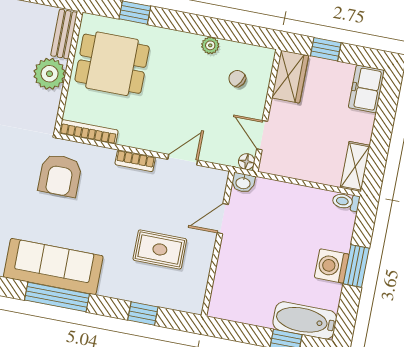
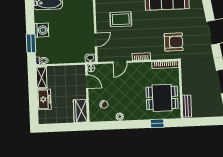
window: (326, 49) -> (67, 127), removed
plant: (50, 74) -> (189, 87), removed
freezer: (366, 89) -> (44, 99), moved
armchair: (60, 175) -> (174, 42), turned 90
window: (356, 266) -> (31, 43), moved

